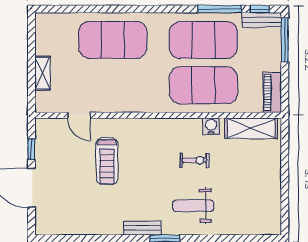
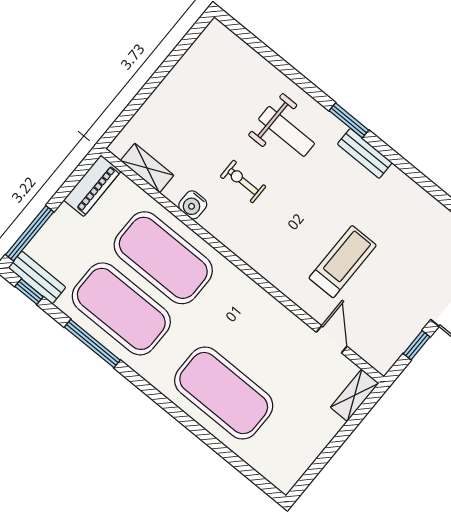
window: (220, 9) -> (92, 344), moved
shelving: (43, 73) -> (355, 395), moved
shelving: (251, 128) -> (147, 168), width x0.67, depth x0.75

